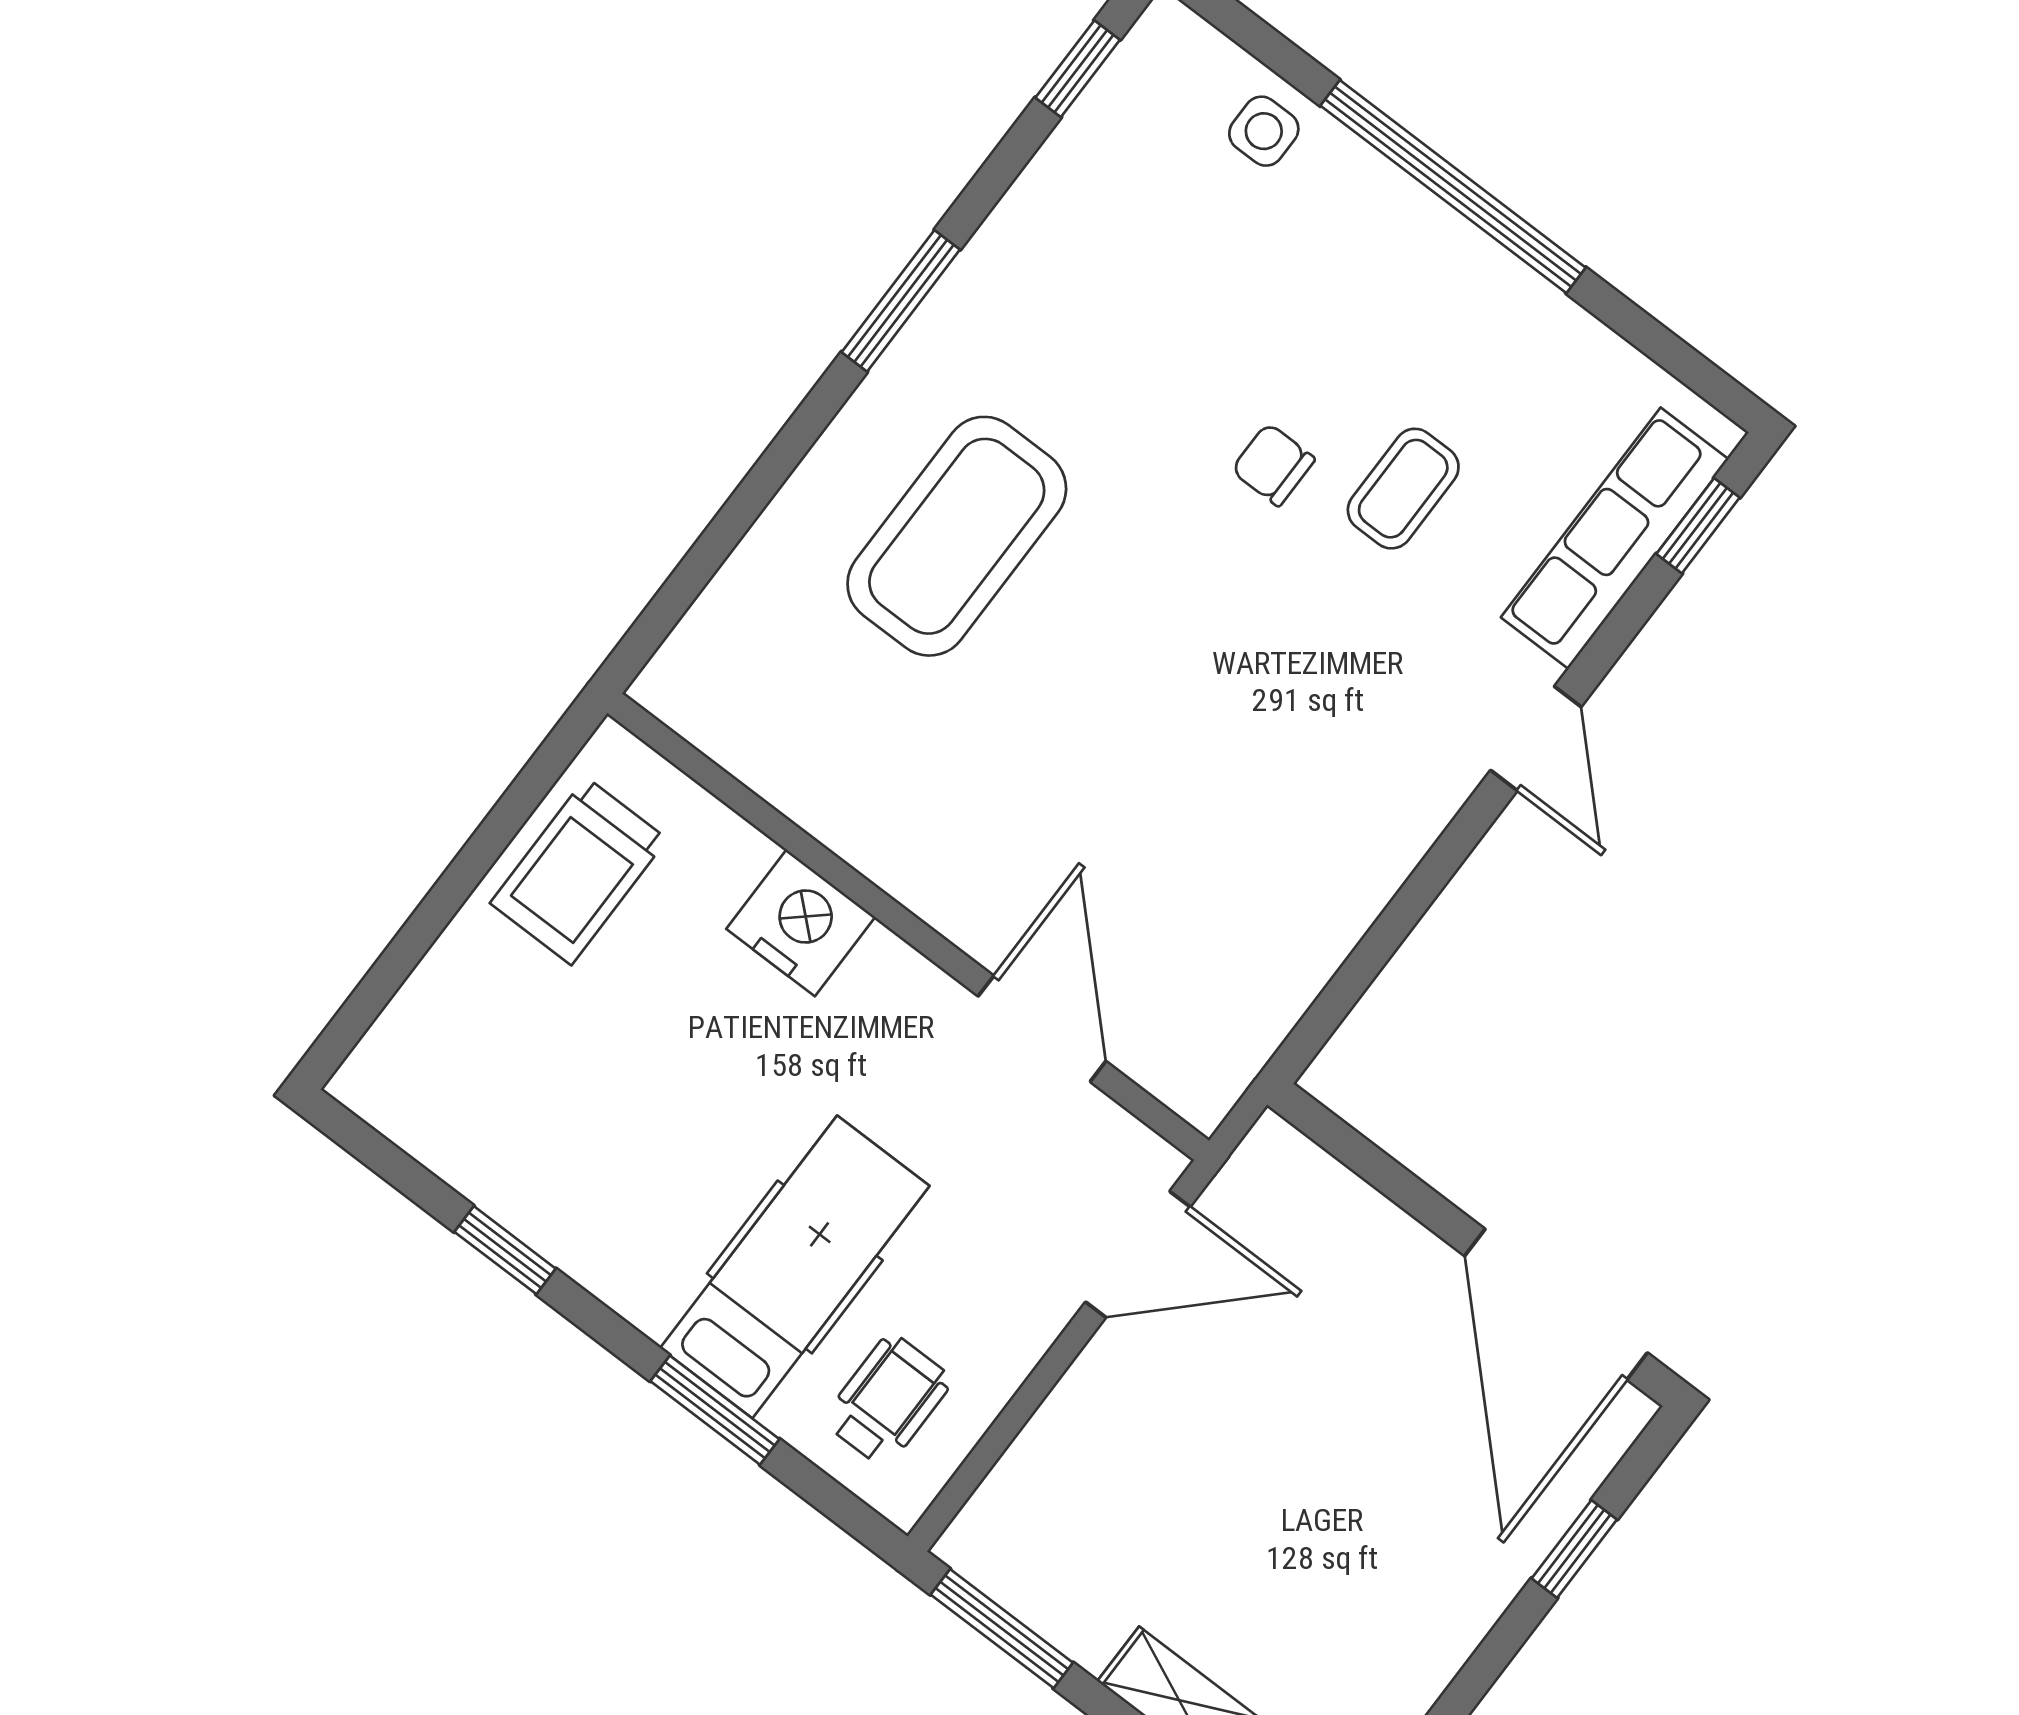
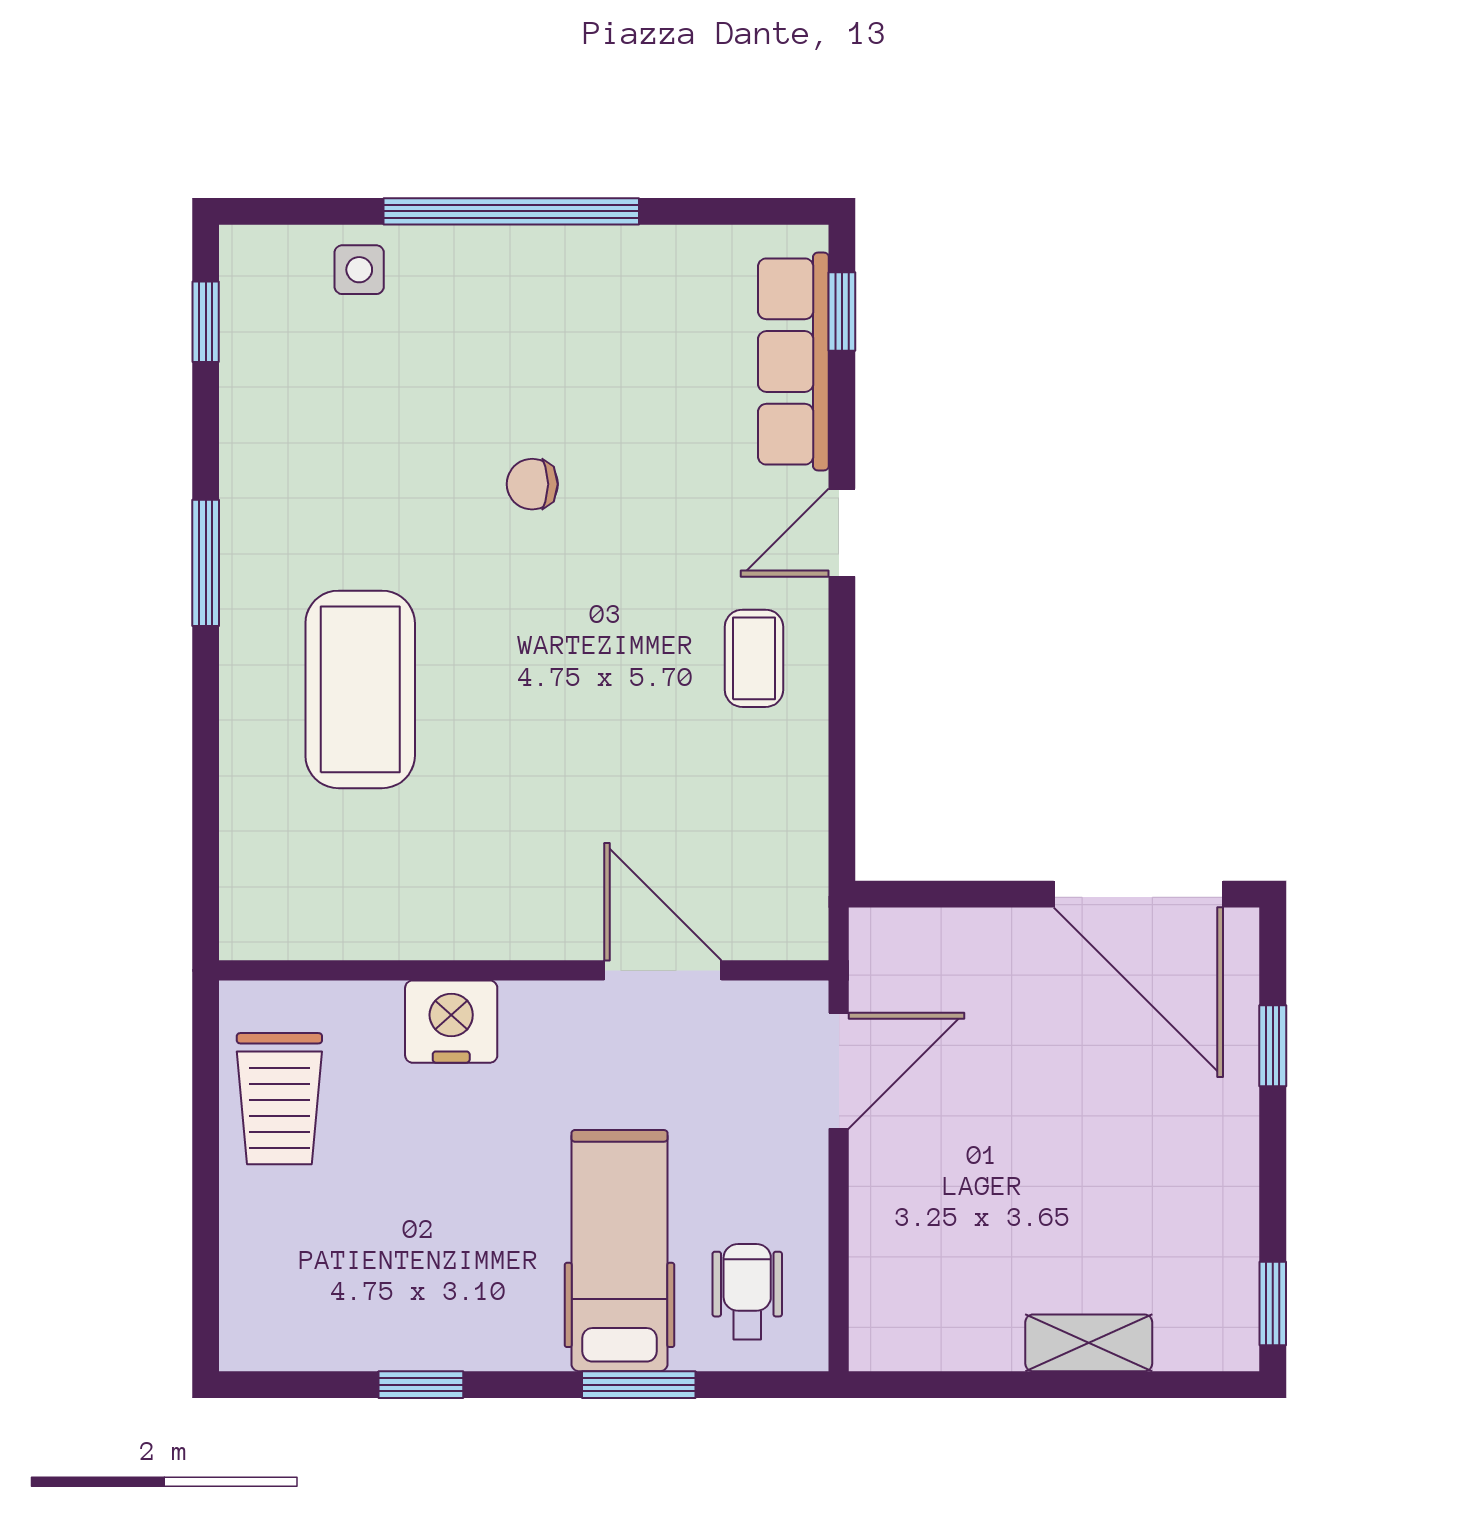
coffee table: (1403, 489) -> (754, 658), moved
door: (1536, 739) -> (842, 533), swing flipped
window: (1002, 1629) -> (937, 1385), removed

